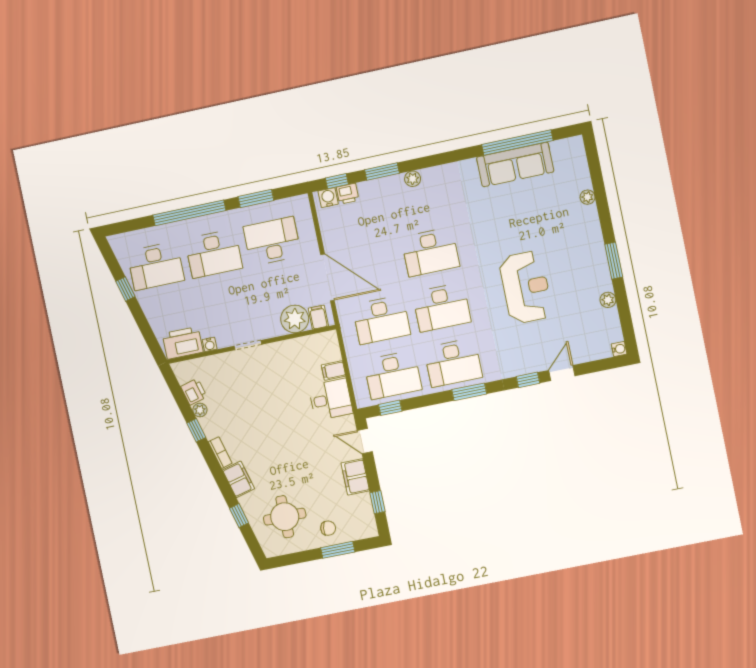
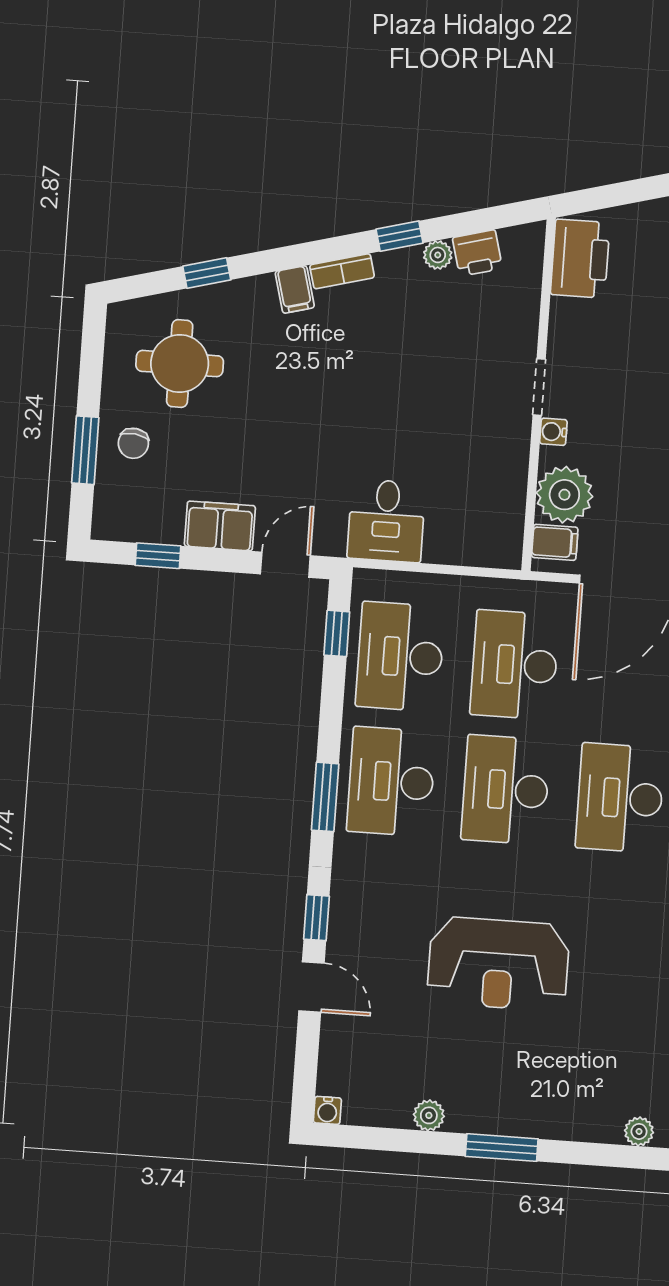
water cooler: (210, 344) -> (553, 432), moved
filing cabinet: (334, 371) -> (441, 542), removed
filing cabinet: (238, 479) -> (295, 290), width x0.50

